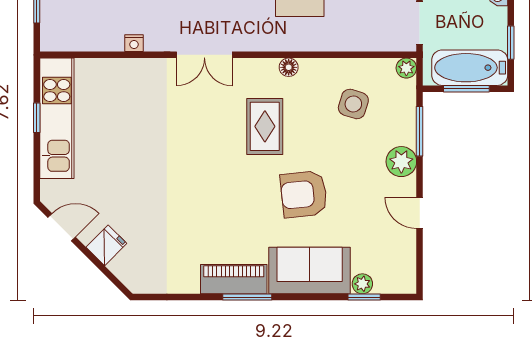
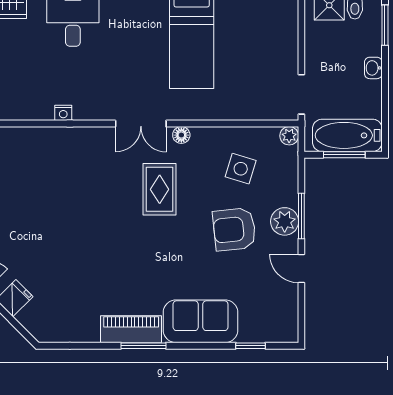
nightstand: (134, 43) -> (63, 113), moved
window: (511, 43) -> (385, 112), removed
double door: (204, 55) -> (141, 124), moved
window: (420, 131) -> (301, 216), moved
armchair: (304, 194) -> (234, 229), moved
plant: (362, 284) -> (249, 334), removed

